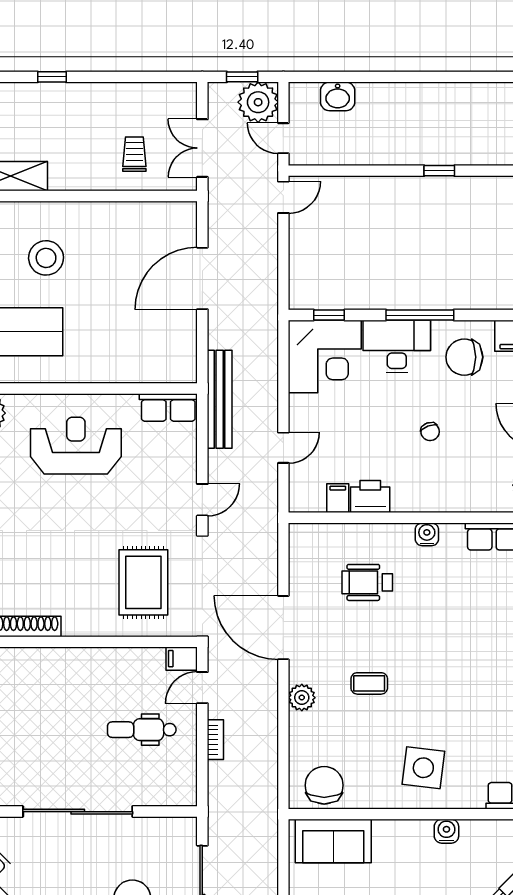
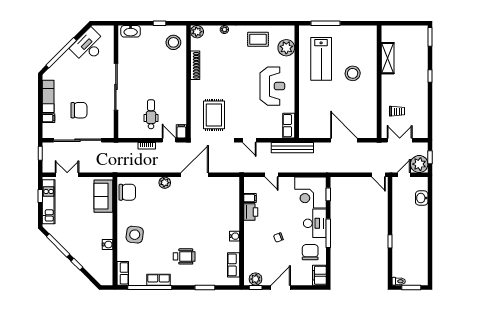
rug: (143, 582) -> (214, 115), turned 90
wheelchair: (367, 582) -> (184, 256), moved, turned 90
coffee table: (369, 683) -> (171, 212), removed

